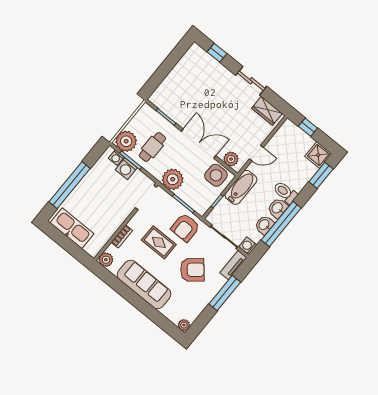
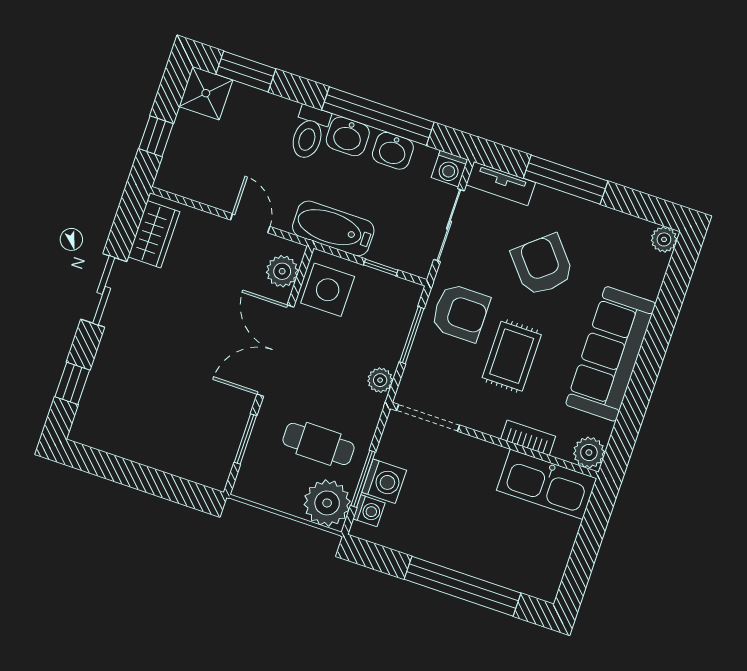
plant: (173, 179) -> (380, 380), width x0.53, depth x0.53
kitchen sink: (72, 228) -> (547, 484), moved, turned -90

